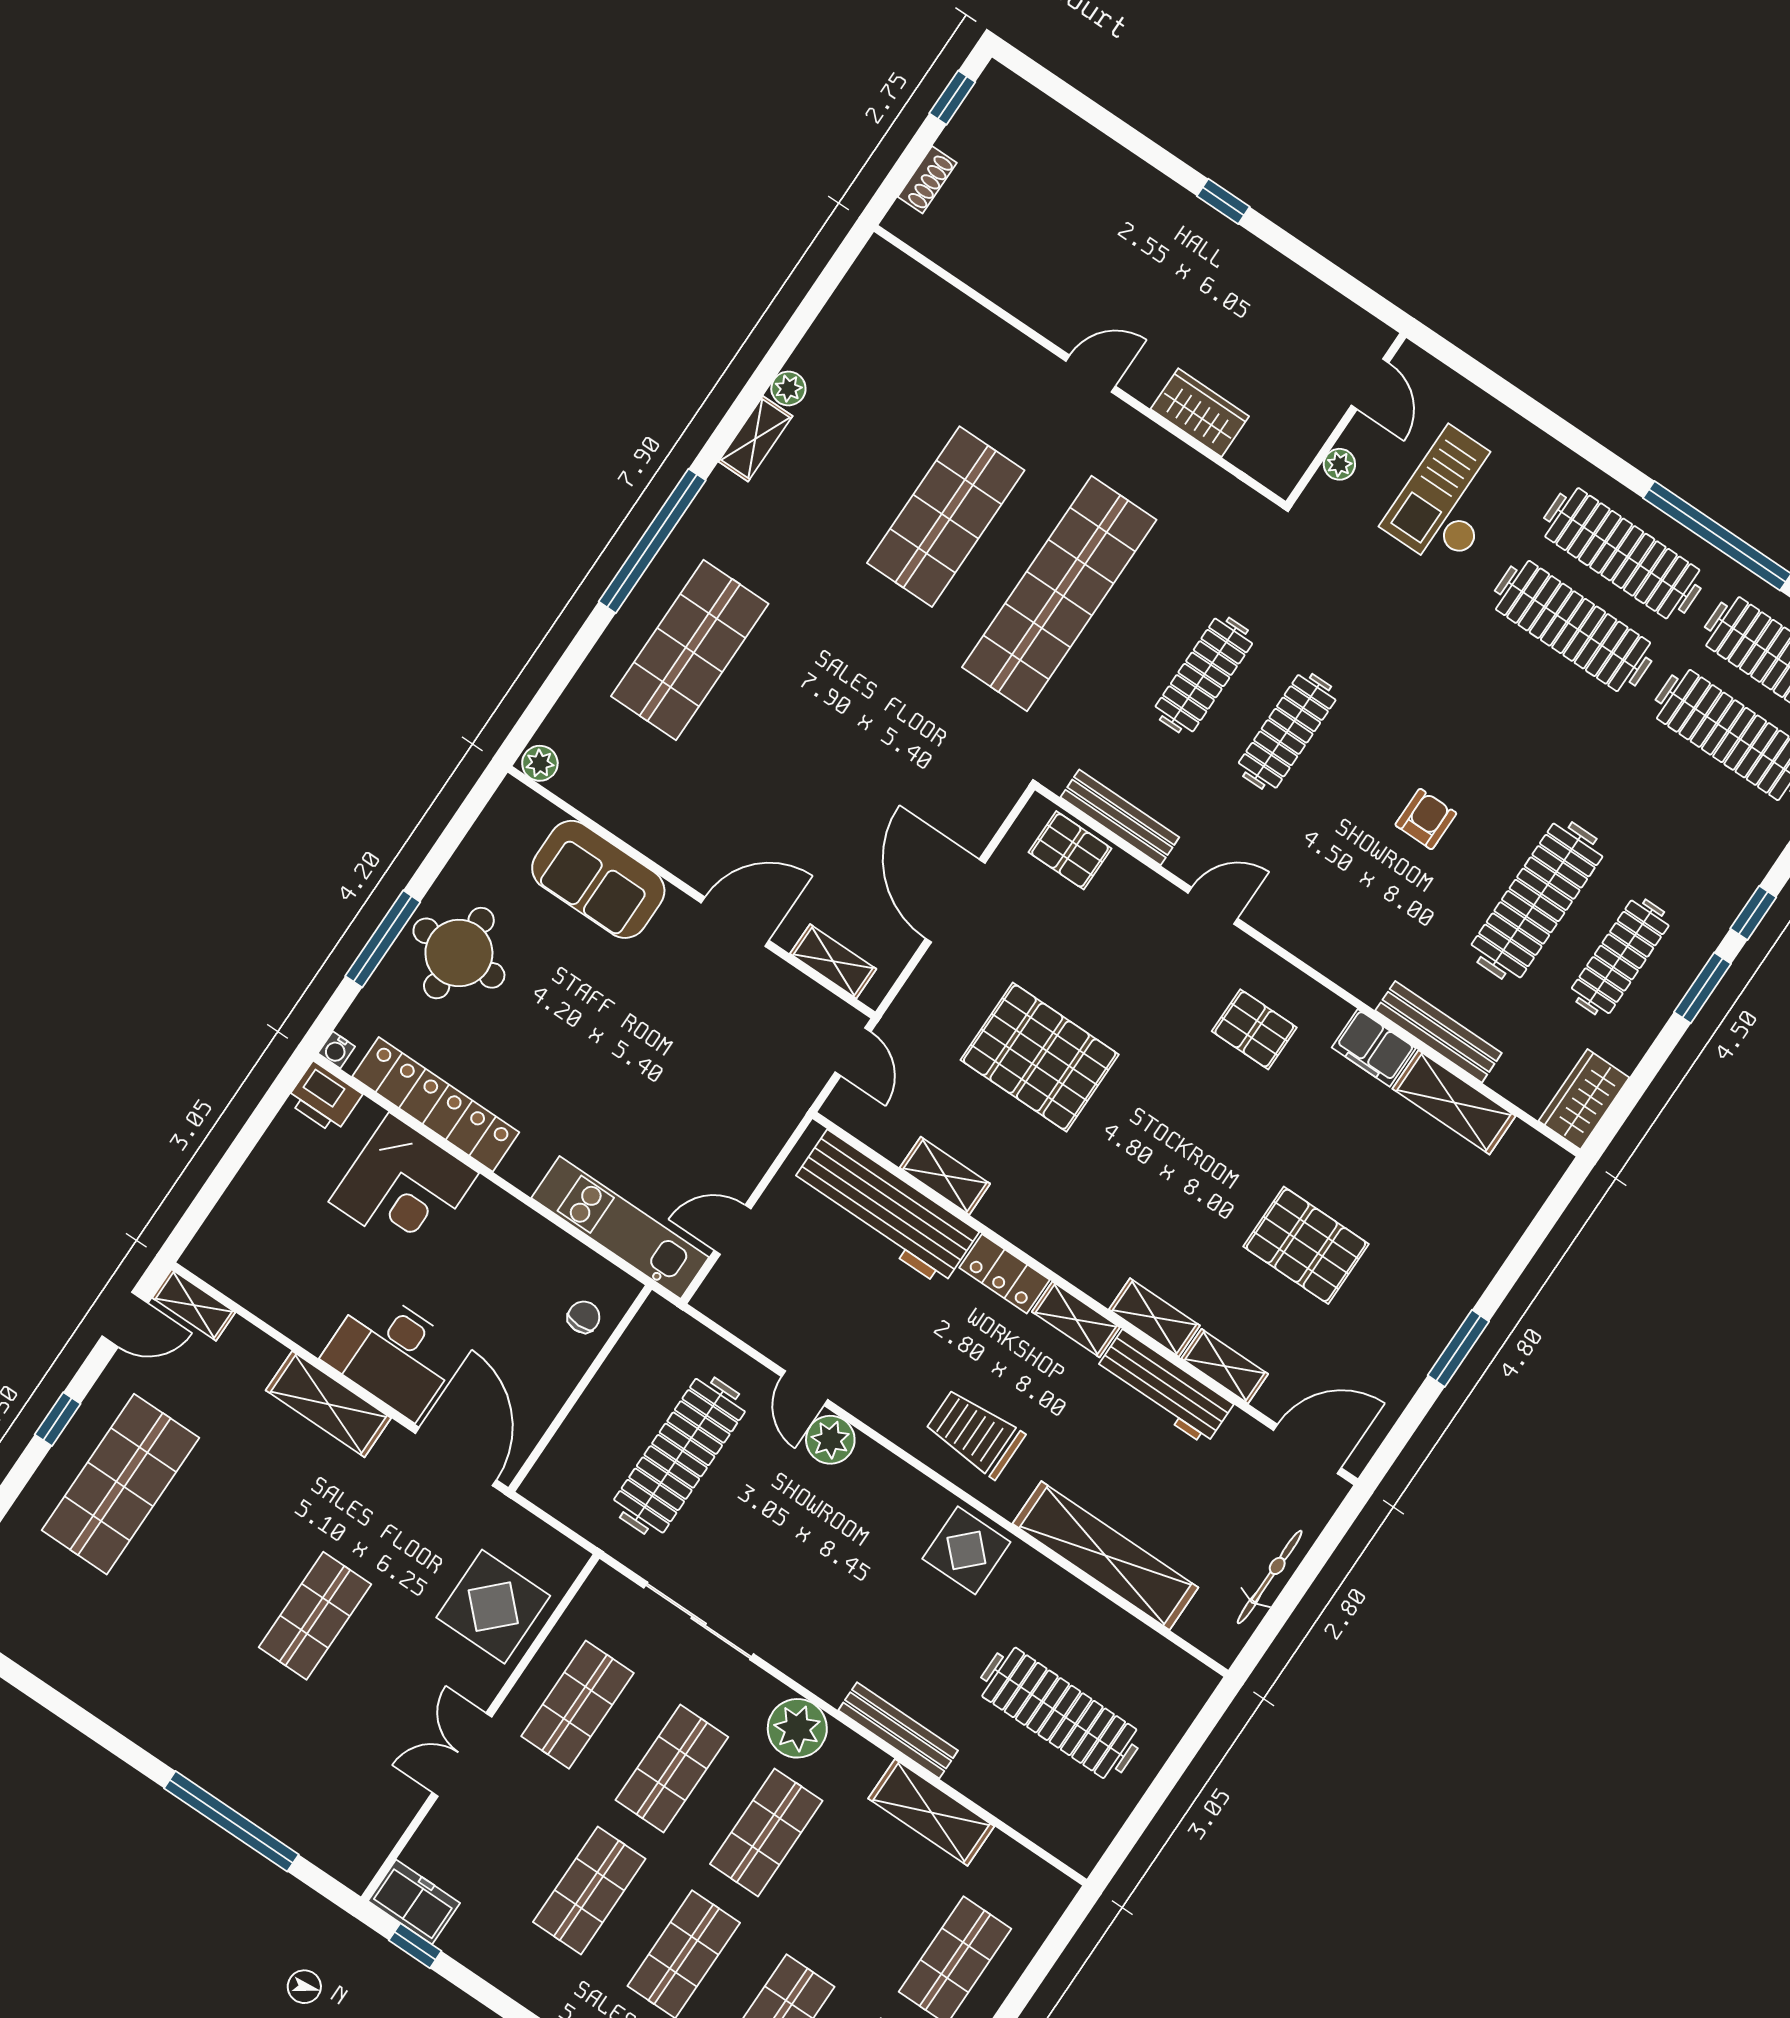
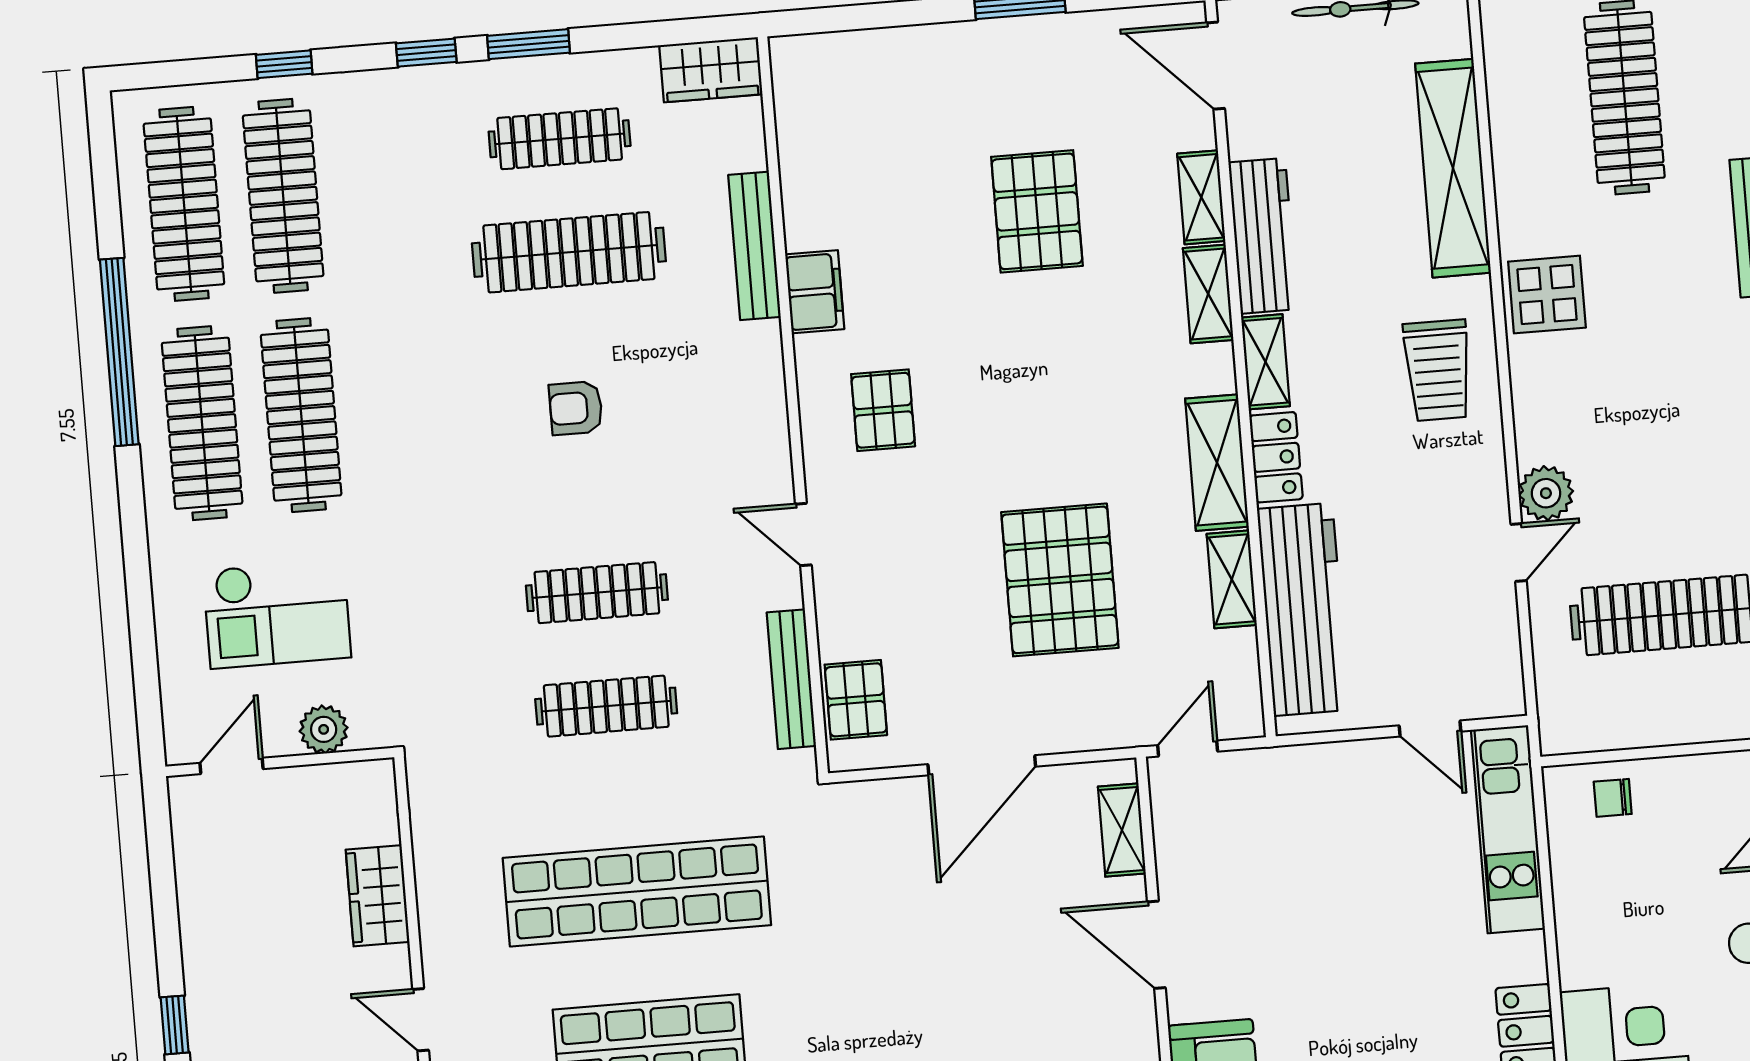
plant: (1339, 464) -> (324, 729), width x1.38, depth x1.38
shelving: (1454, 1102) -> (1217, 463), moved

